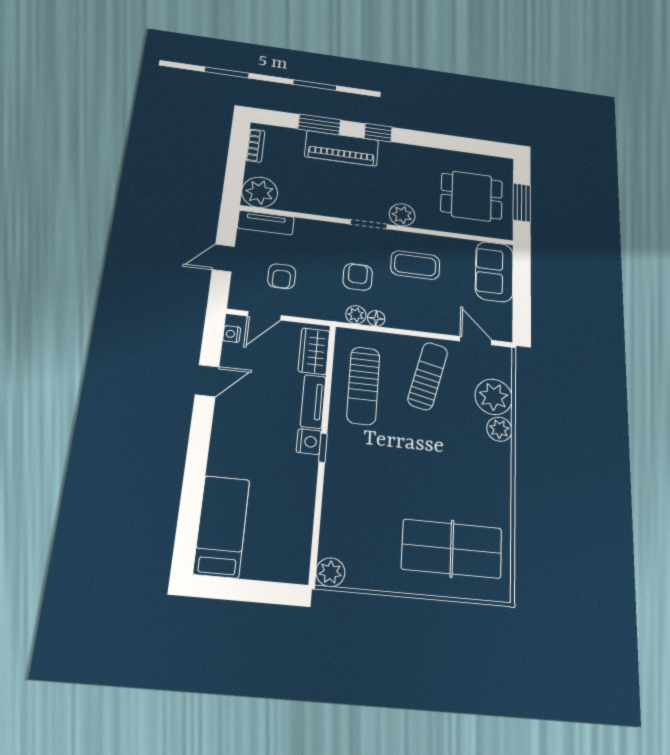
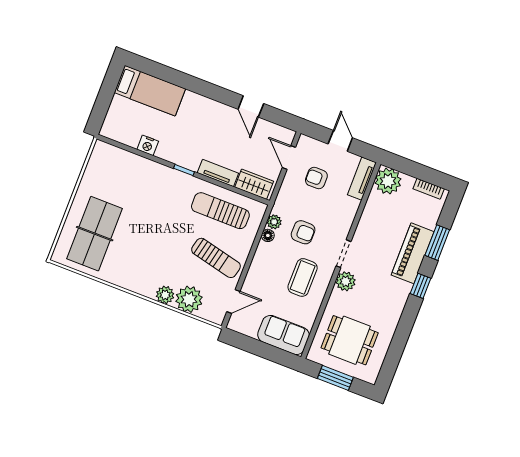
dining table: (472, 196) -> (350, 340), turned 90
nightstand: (232, 334) -> (281, 132), removed
nightstand: (309, 442) -> (148, 145), moved
plant: (330, 572) -> (102, 151), removed

